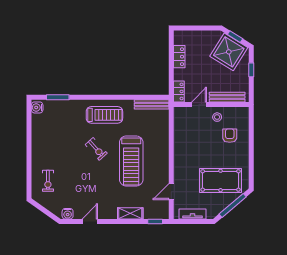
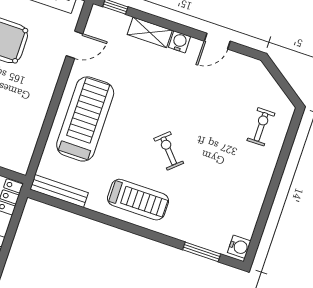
treadmill: (104, 115) -> (138, 200), turned 180
treadmill: (131, 161) -> (85, 119), moved
water cooler: (68, 214) -> (179, 42), moved

